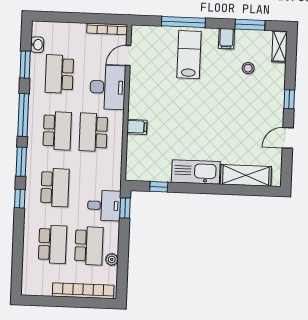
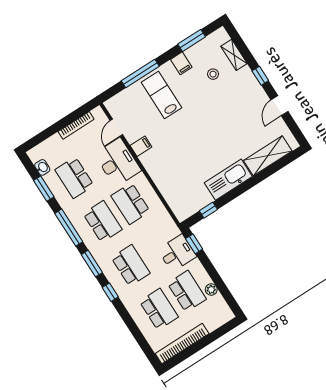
bookcase: (107, 29) -> (76, 125), moved
shelving: (280, 46) -> (234, 55), moved
filing cabinet: (137, 127) -> (141, 146), moved
bookcase: (83, 291) -> (182, 344), moved

